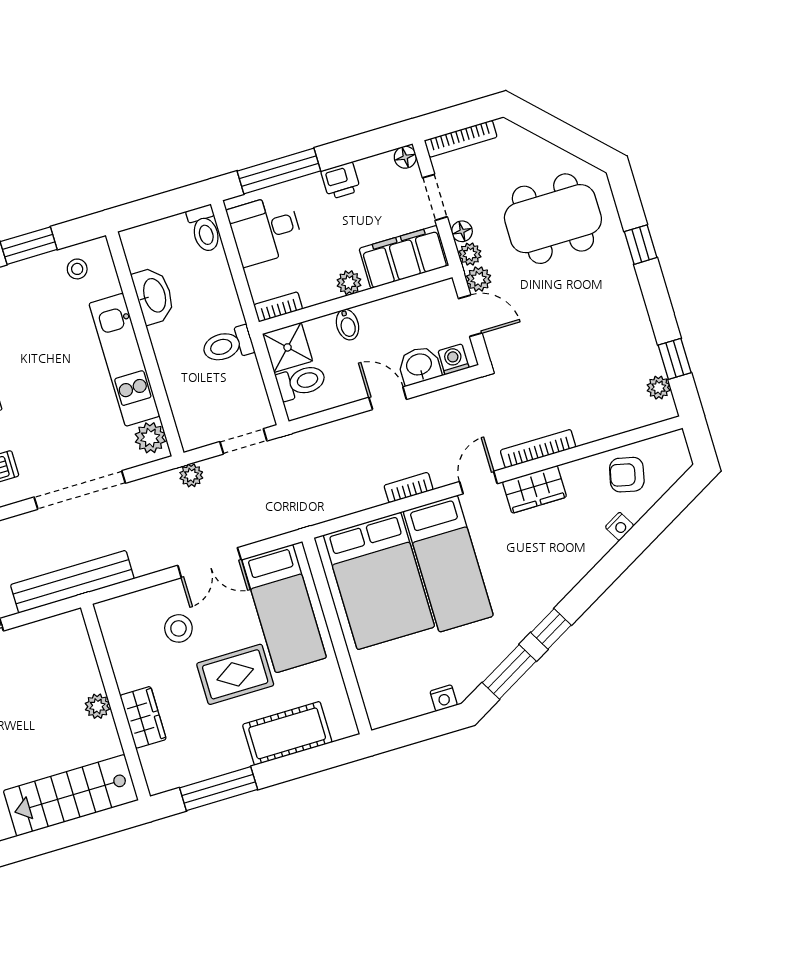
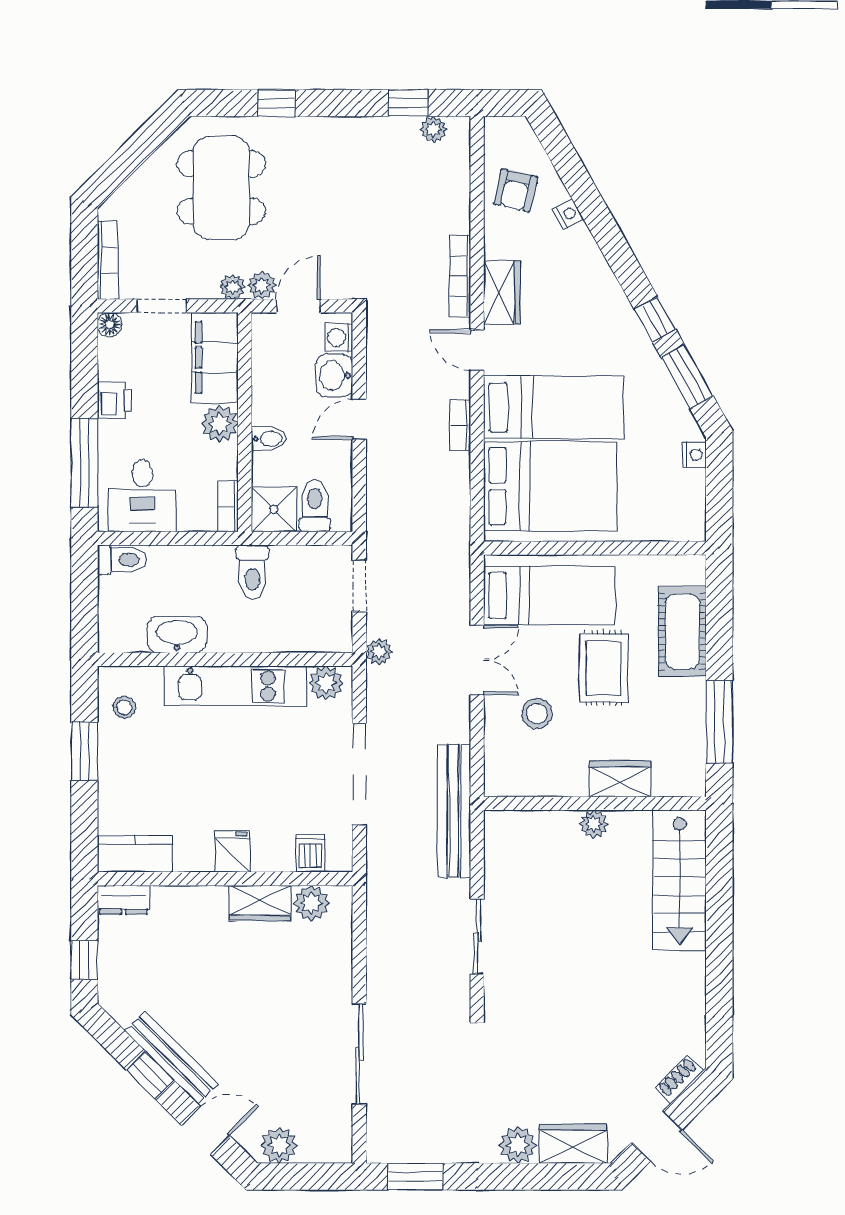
floor lamp: (462, 231) -> (206, 288), removed
plant: (349, 283) -> (220, 424), width x1.38, depth x1.38

